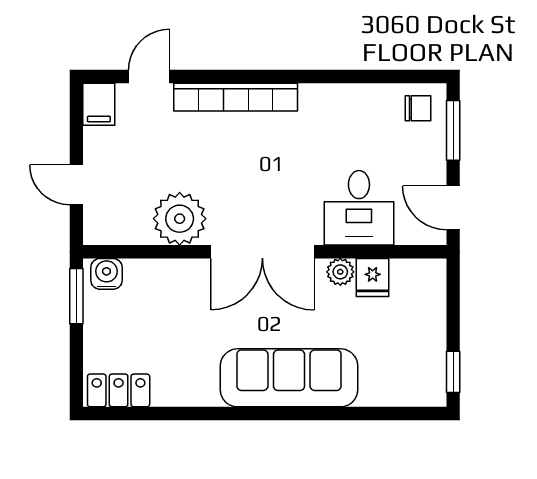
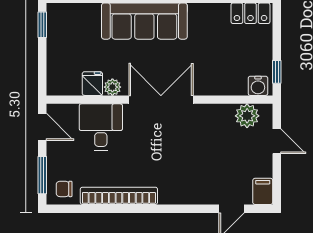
bookcase: (236, 97) -> (119, 196), moved
plant: (180, 219) -> (247, 116), moved, width x0.73, depth x0.73
window: (76, 296) -> (277, 72), width x0.67

